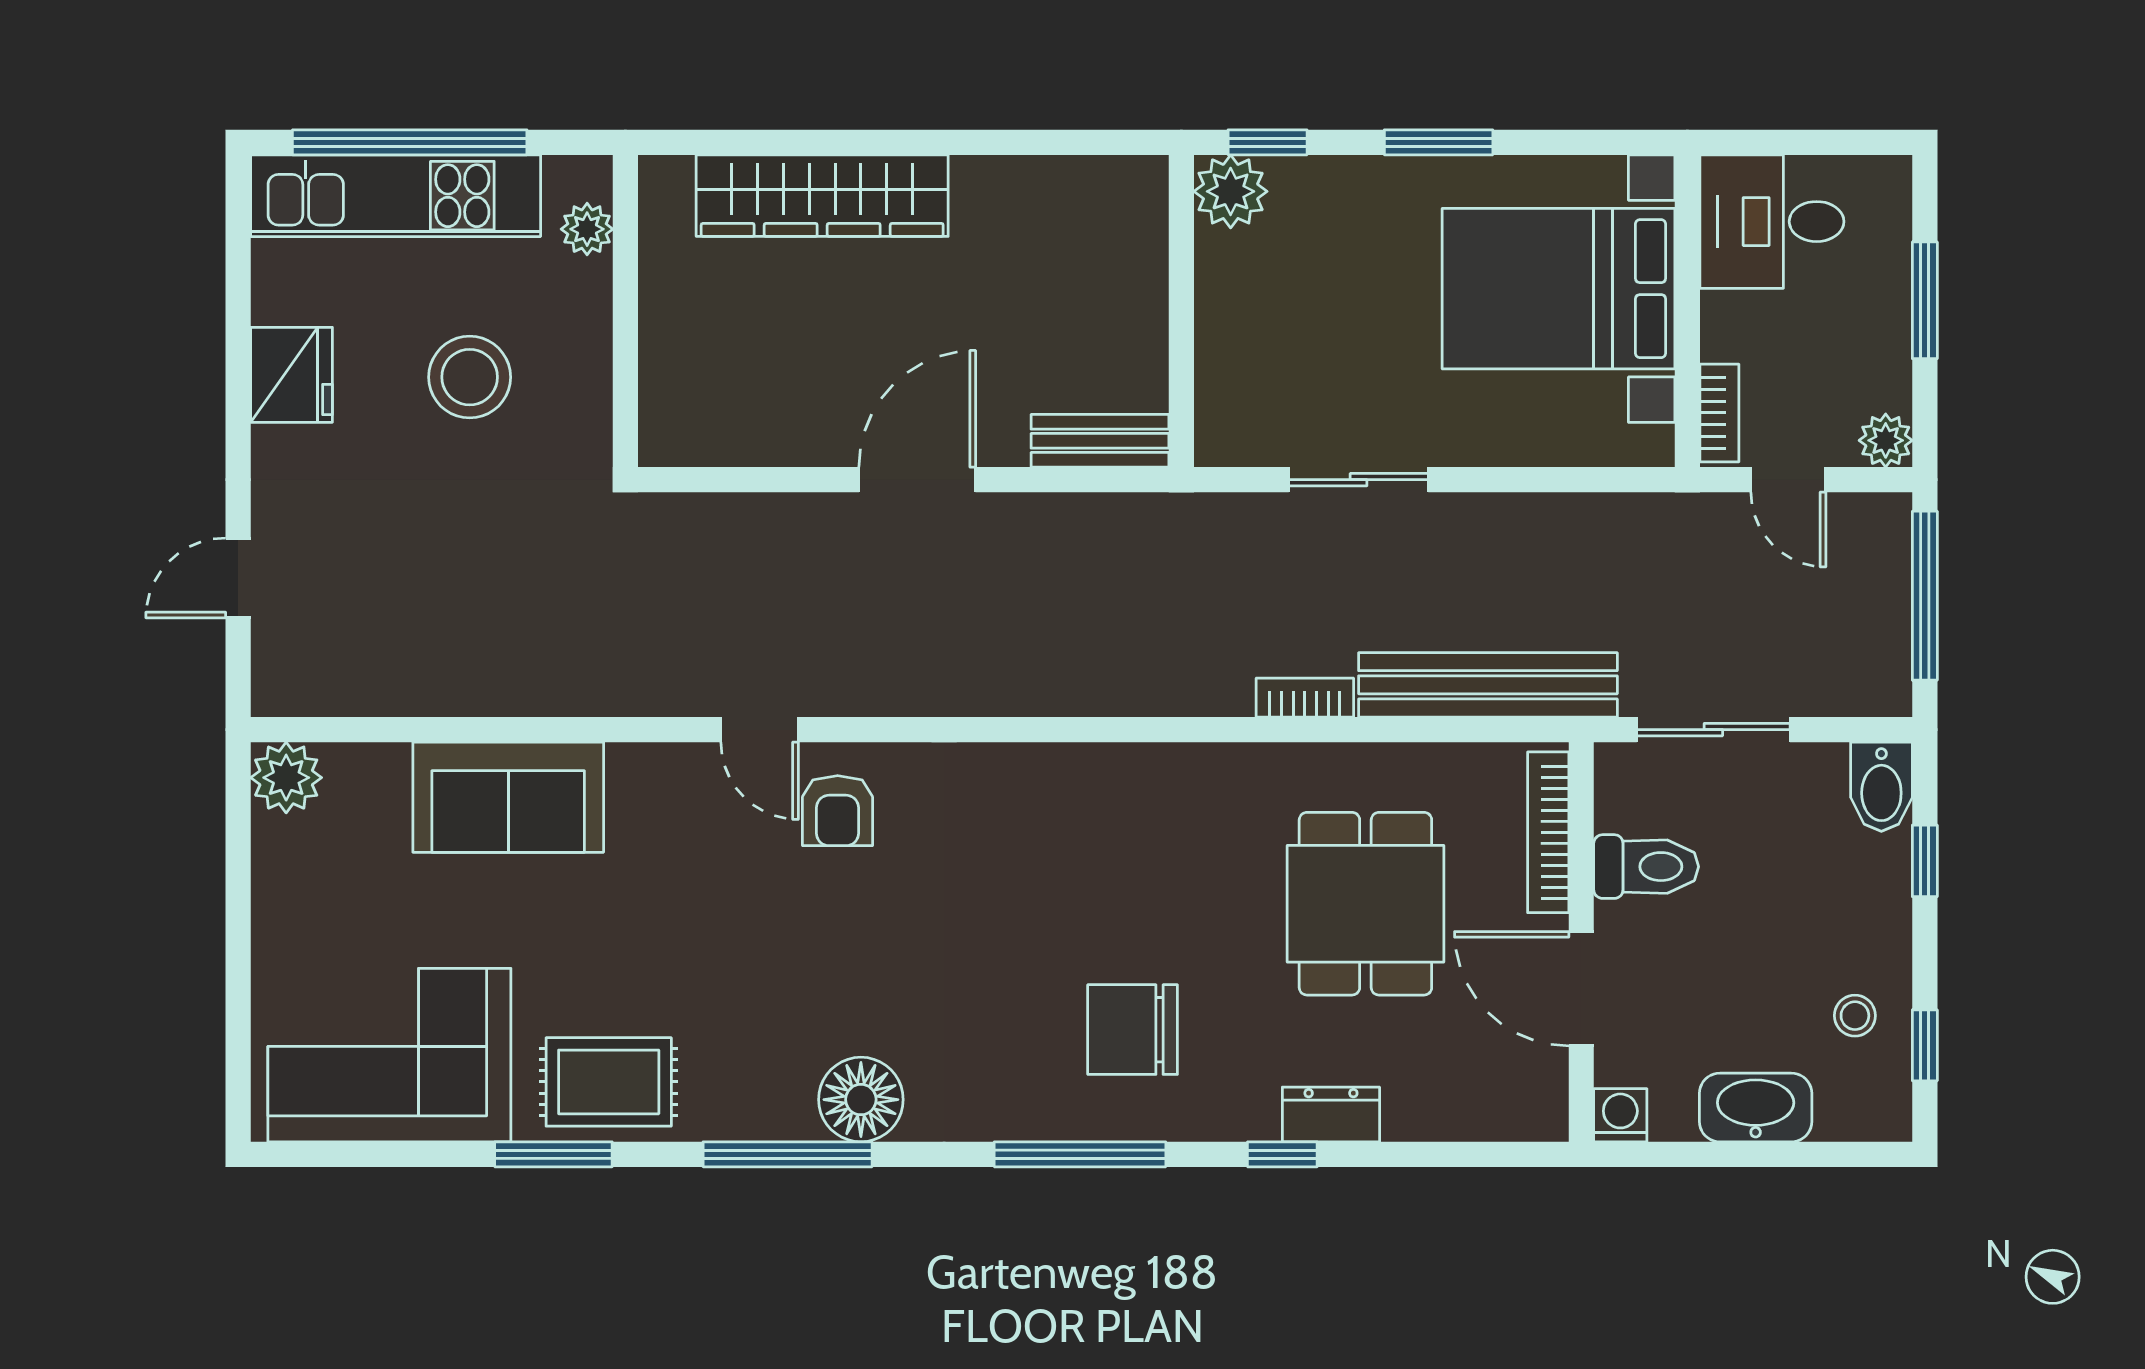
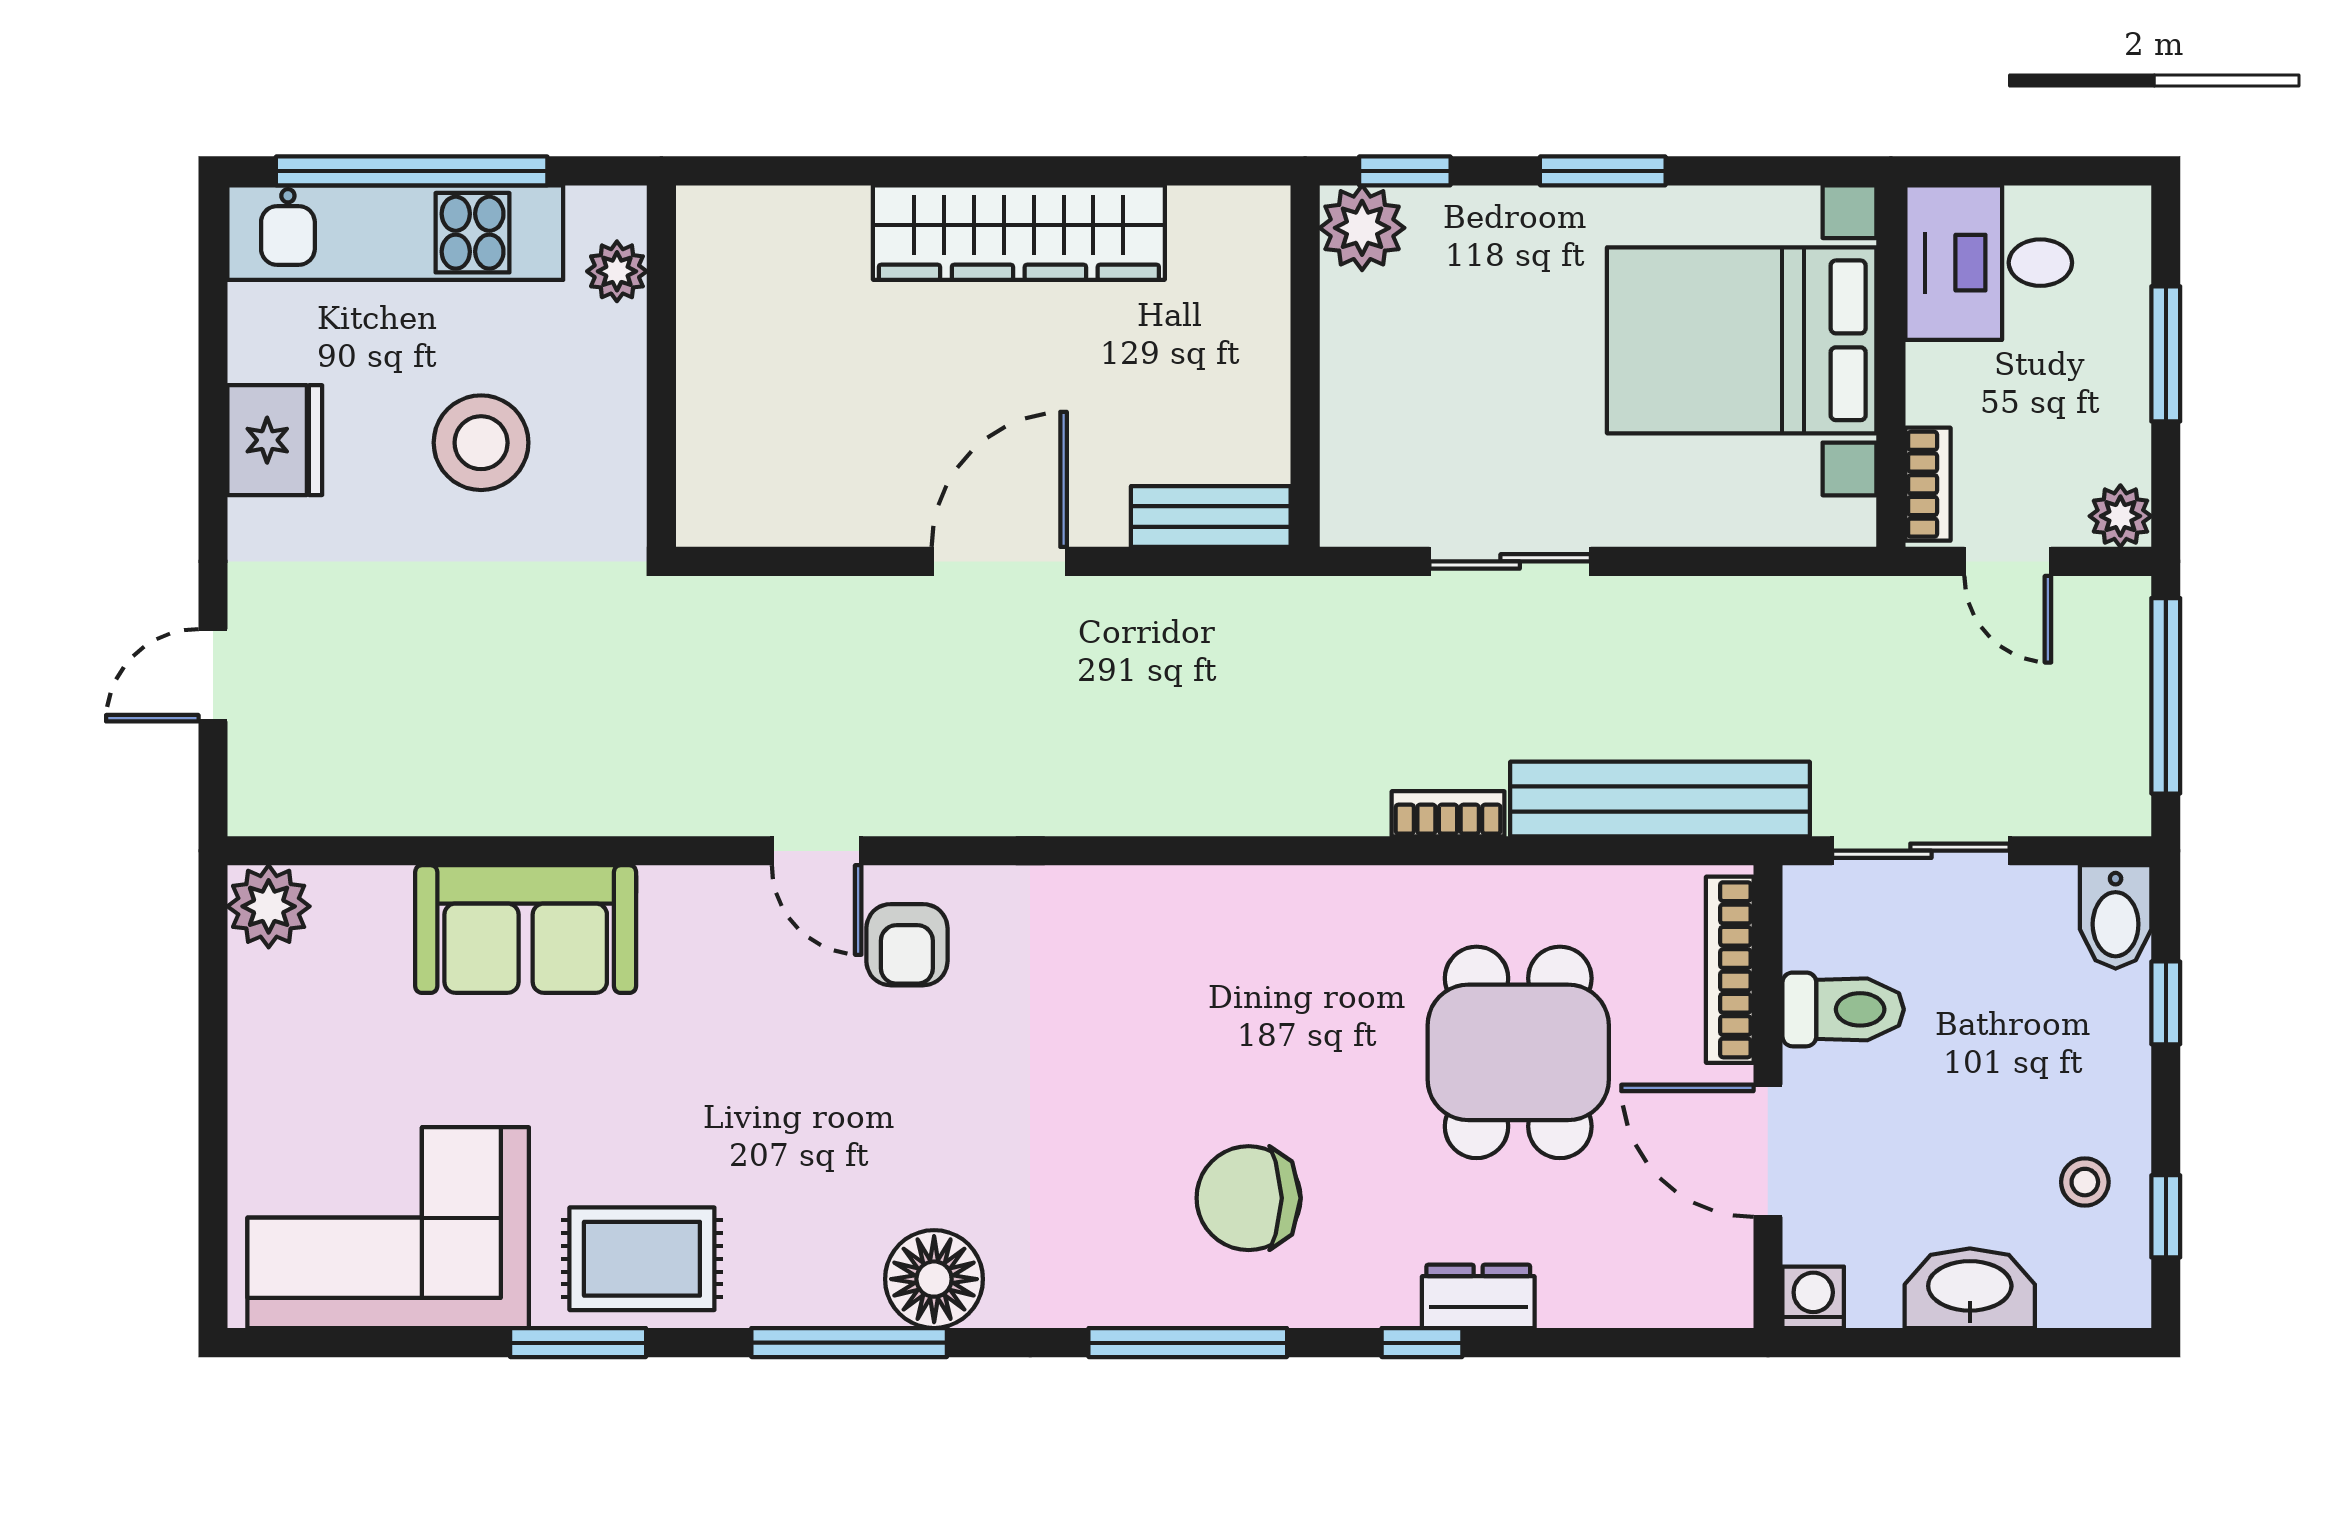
wardrobe: (822, 196) -> (1019, 233), moved

